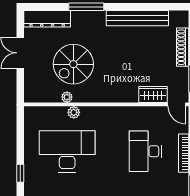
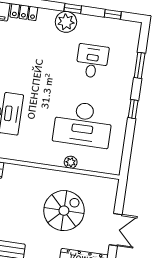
plant: (67, 97) -> (75, 178), removed

